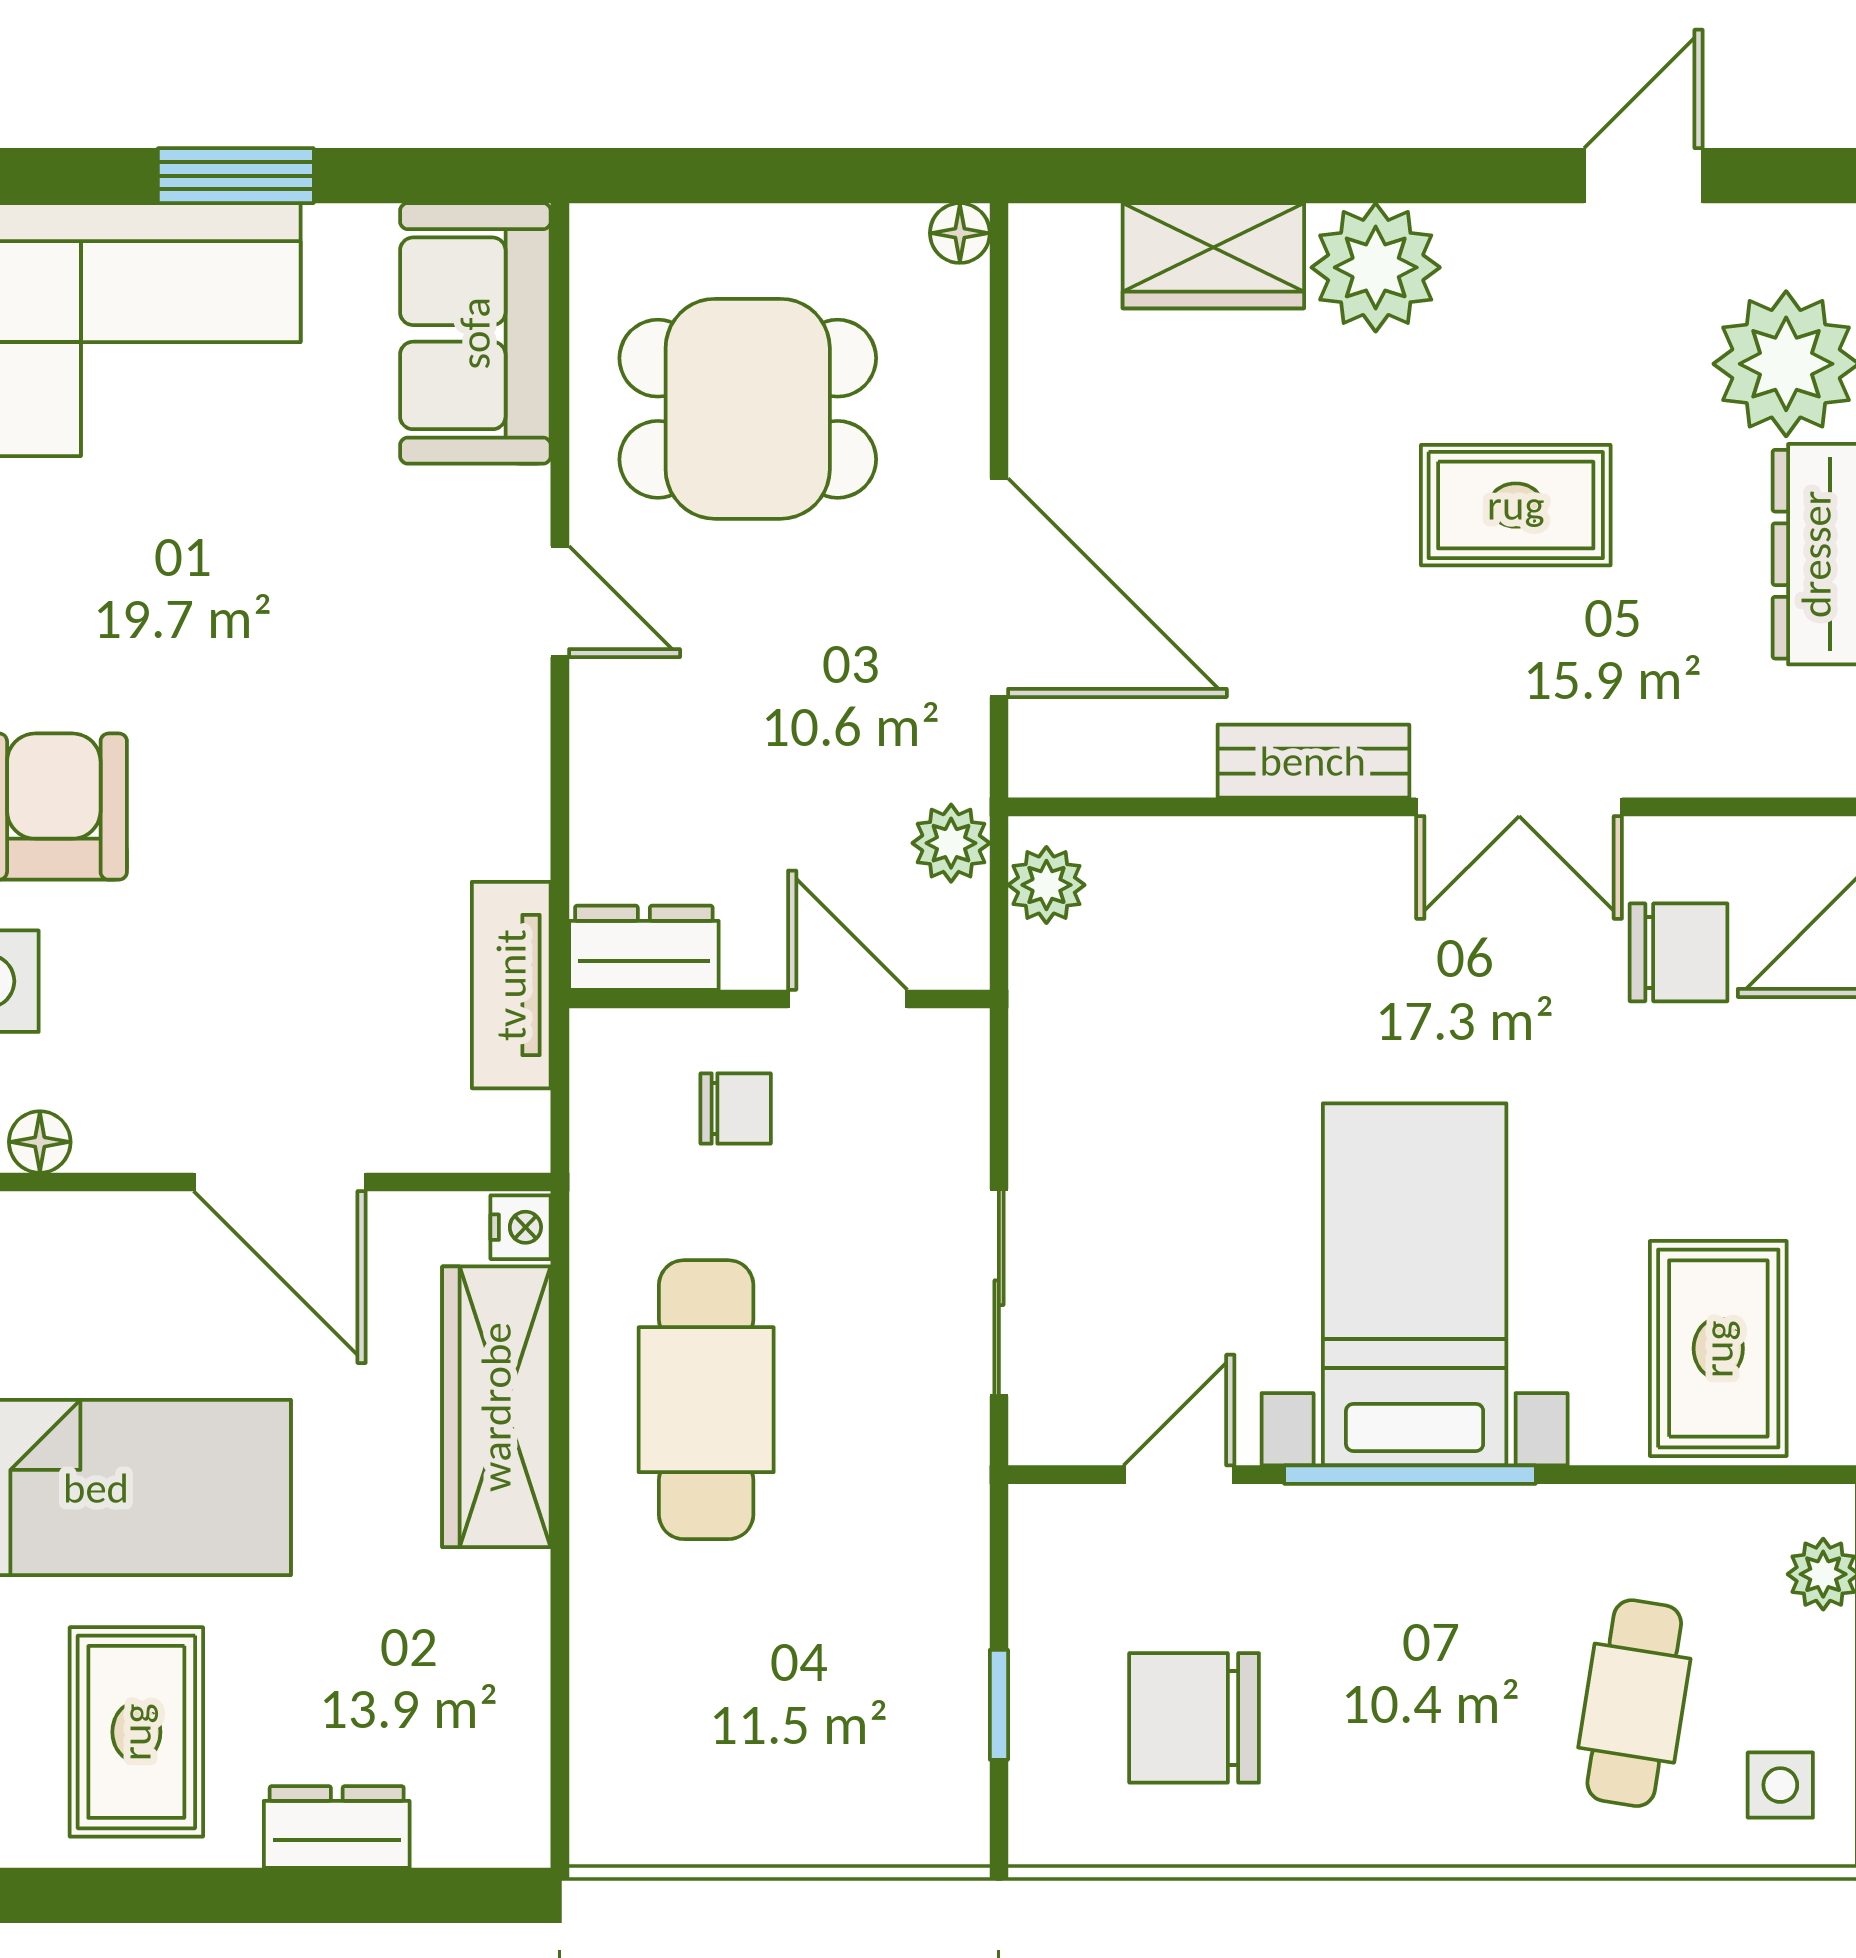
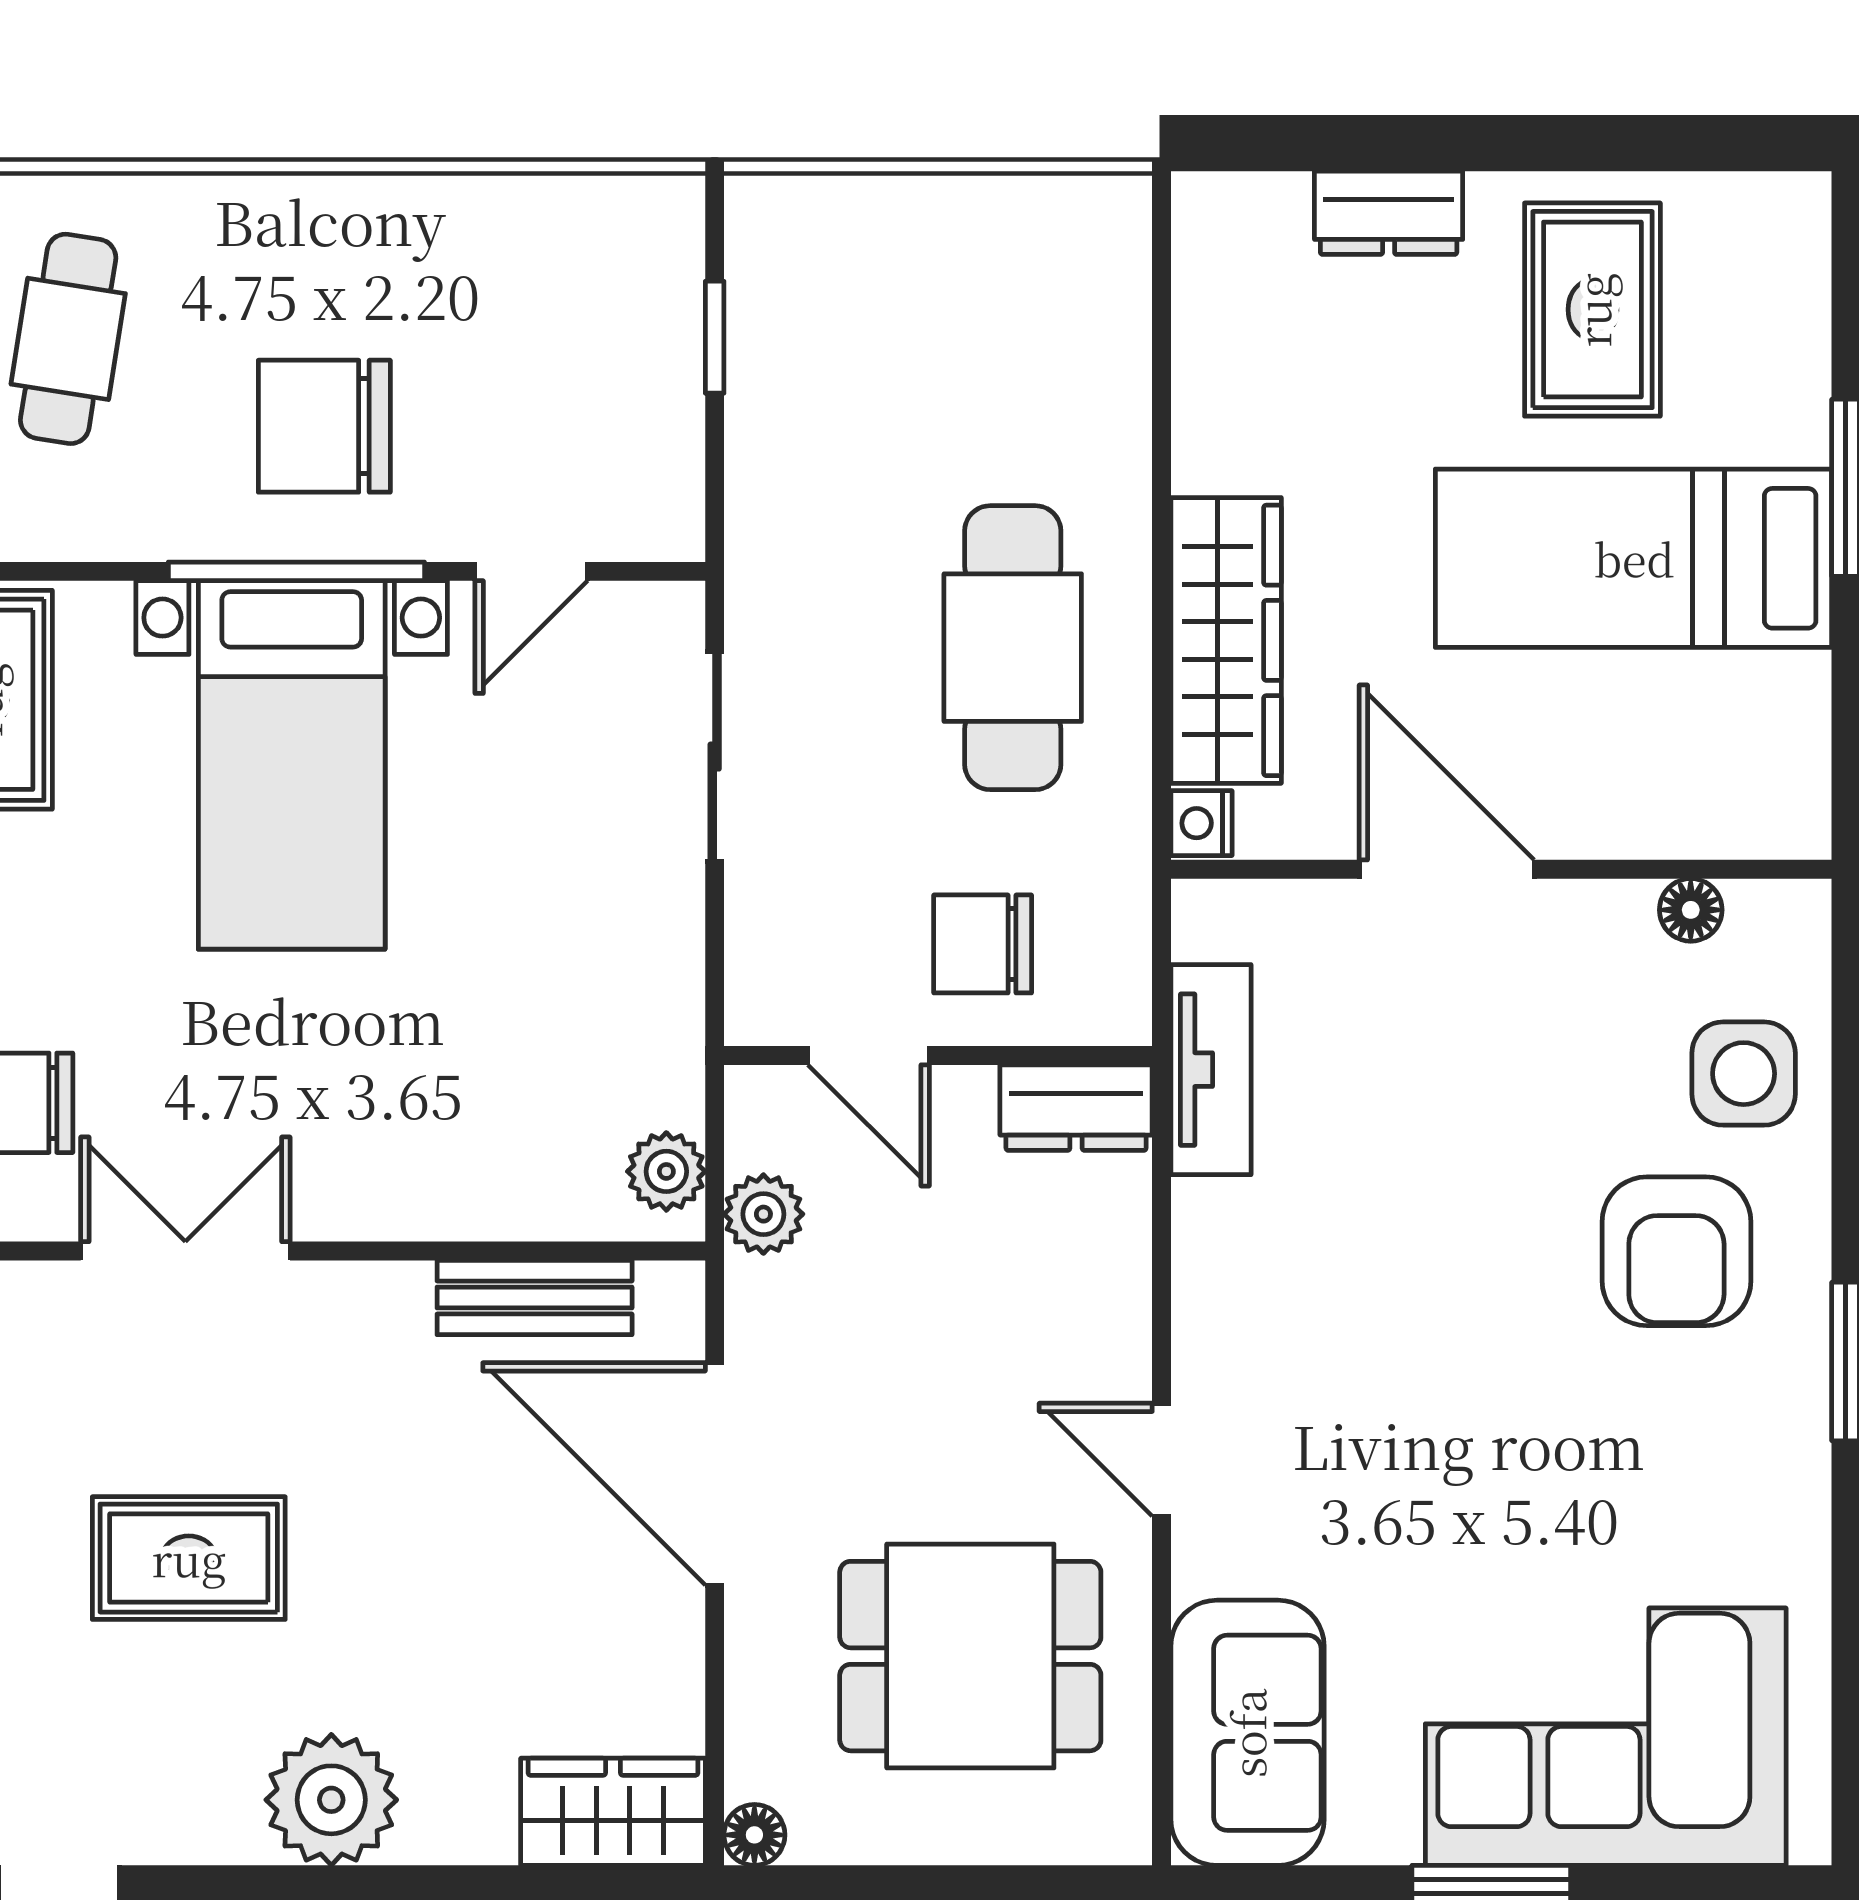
wardrobe: (1213, 256) -> (613, 1812), moved
bench: (1313, 761) -> (535, 1297), moved
chair: (736, 1109) -> (983, 944), width x1.37, depth x1.37
chair: (1194, 1718) -> (324, 426), moved, turned 180

